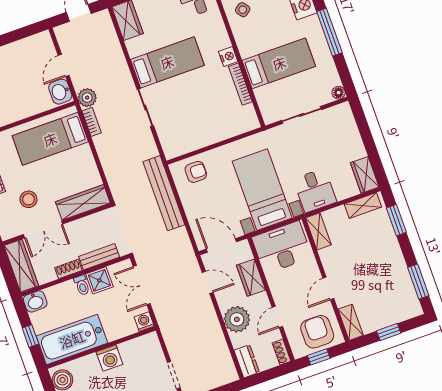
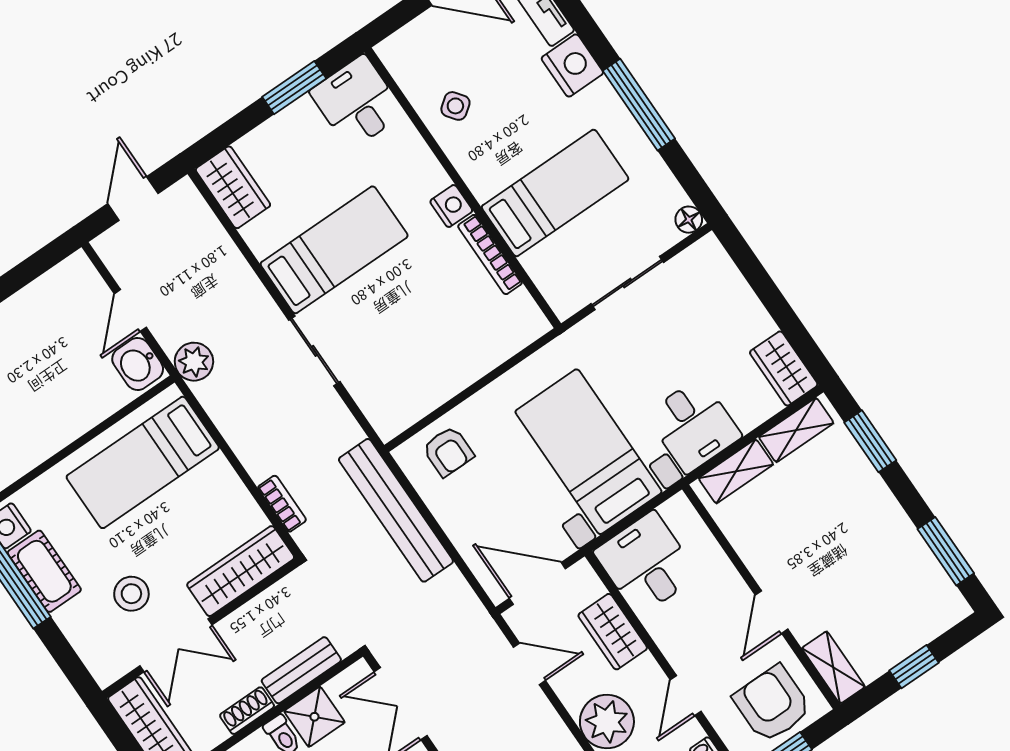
bookcase: (92, 122) -> (282, 504), moved
armchair: (196, 172) -> (448, 451), turned 90
shelving: (318, 231) -> (736, 471), moved, turned 90
desk: (282, 247) -> (646, 564), width x0.73

